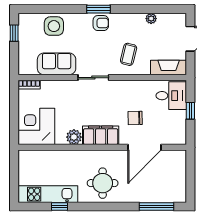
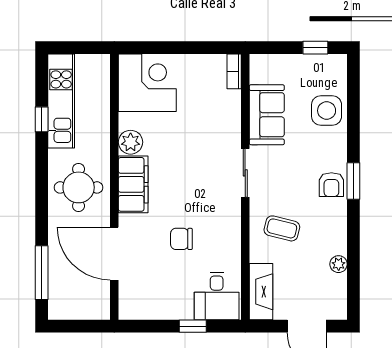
chair: (135, 118) -> (181, 239), turned -89
corner desk: (36, 126) -> (147, 83), moved
filing cabinet: (101, 135) -> (133, 184), moved
plant: (74, 137) -> (131, 142), moved
wall: (102, 147) -> (114, 187), moved
door: (144, 147) -> (114, 254), moved

